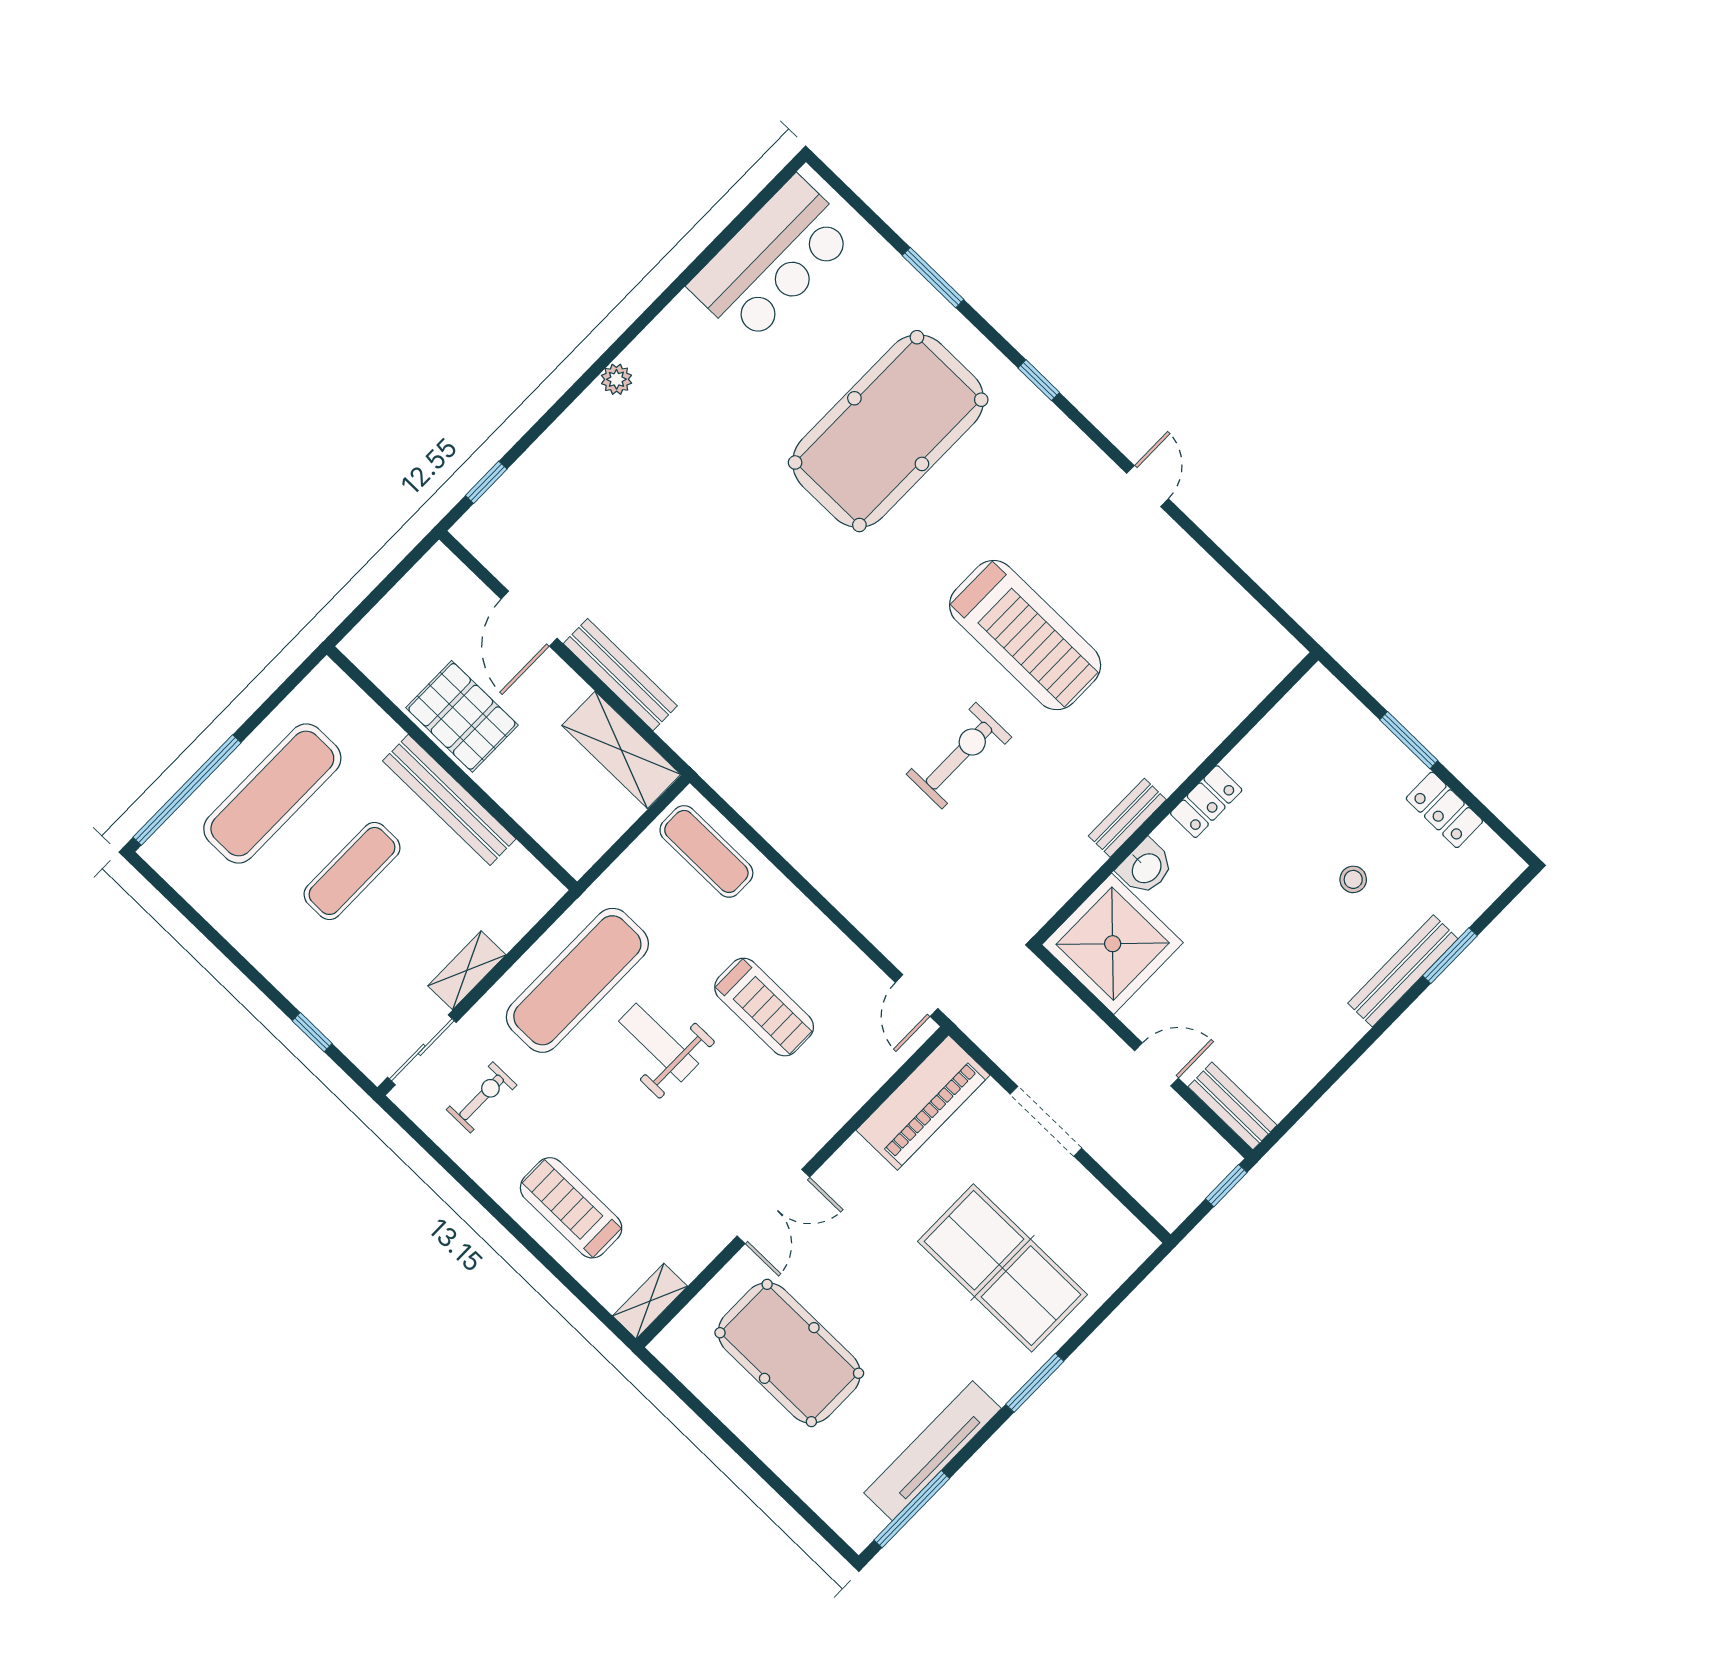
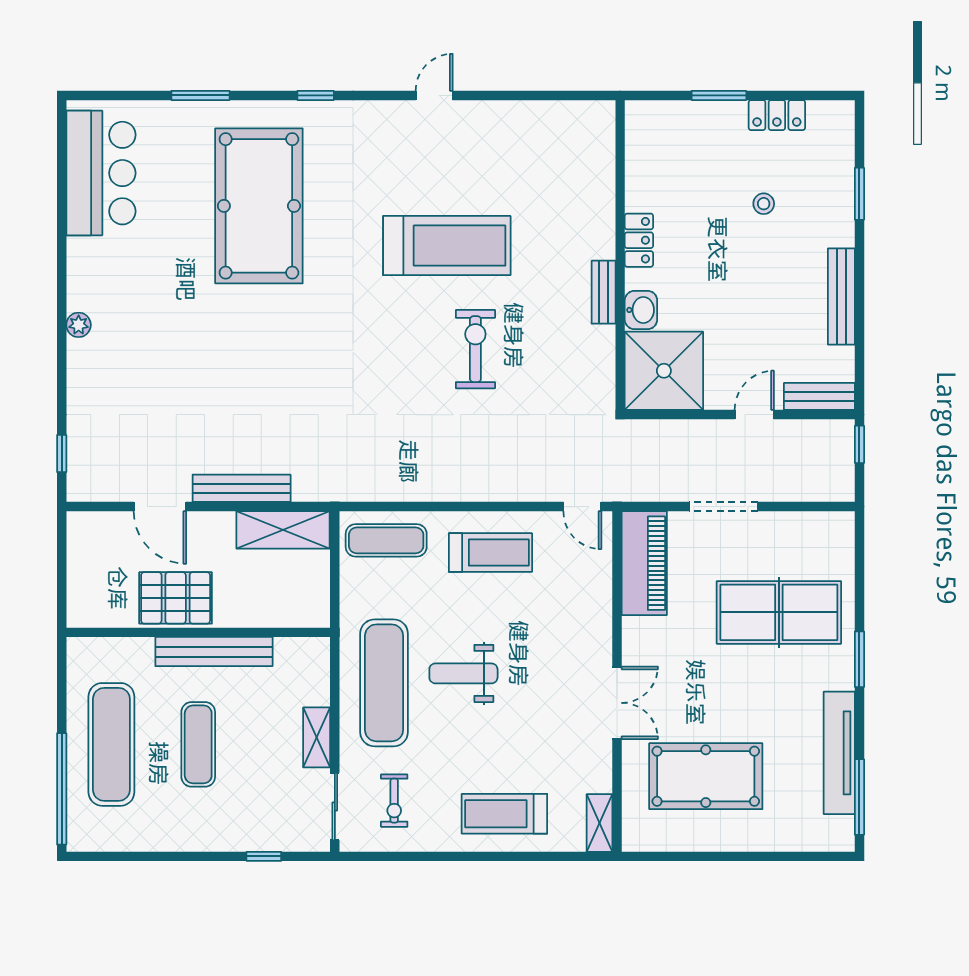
door: (1147, 486) -> (434, 95), hinge flipped
bench: (1403, 971) -> (841, 297), moved
treadmill: (764, 1007) -> (490, 553), moved
exercise bike: (482, 1097) -> (394, 801), turned 180

